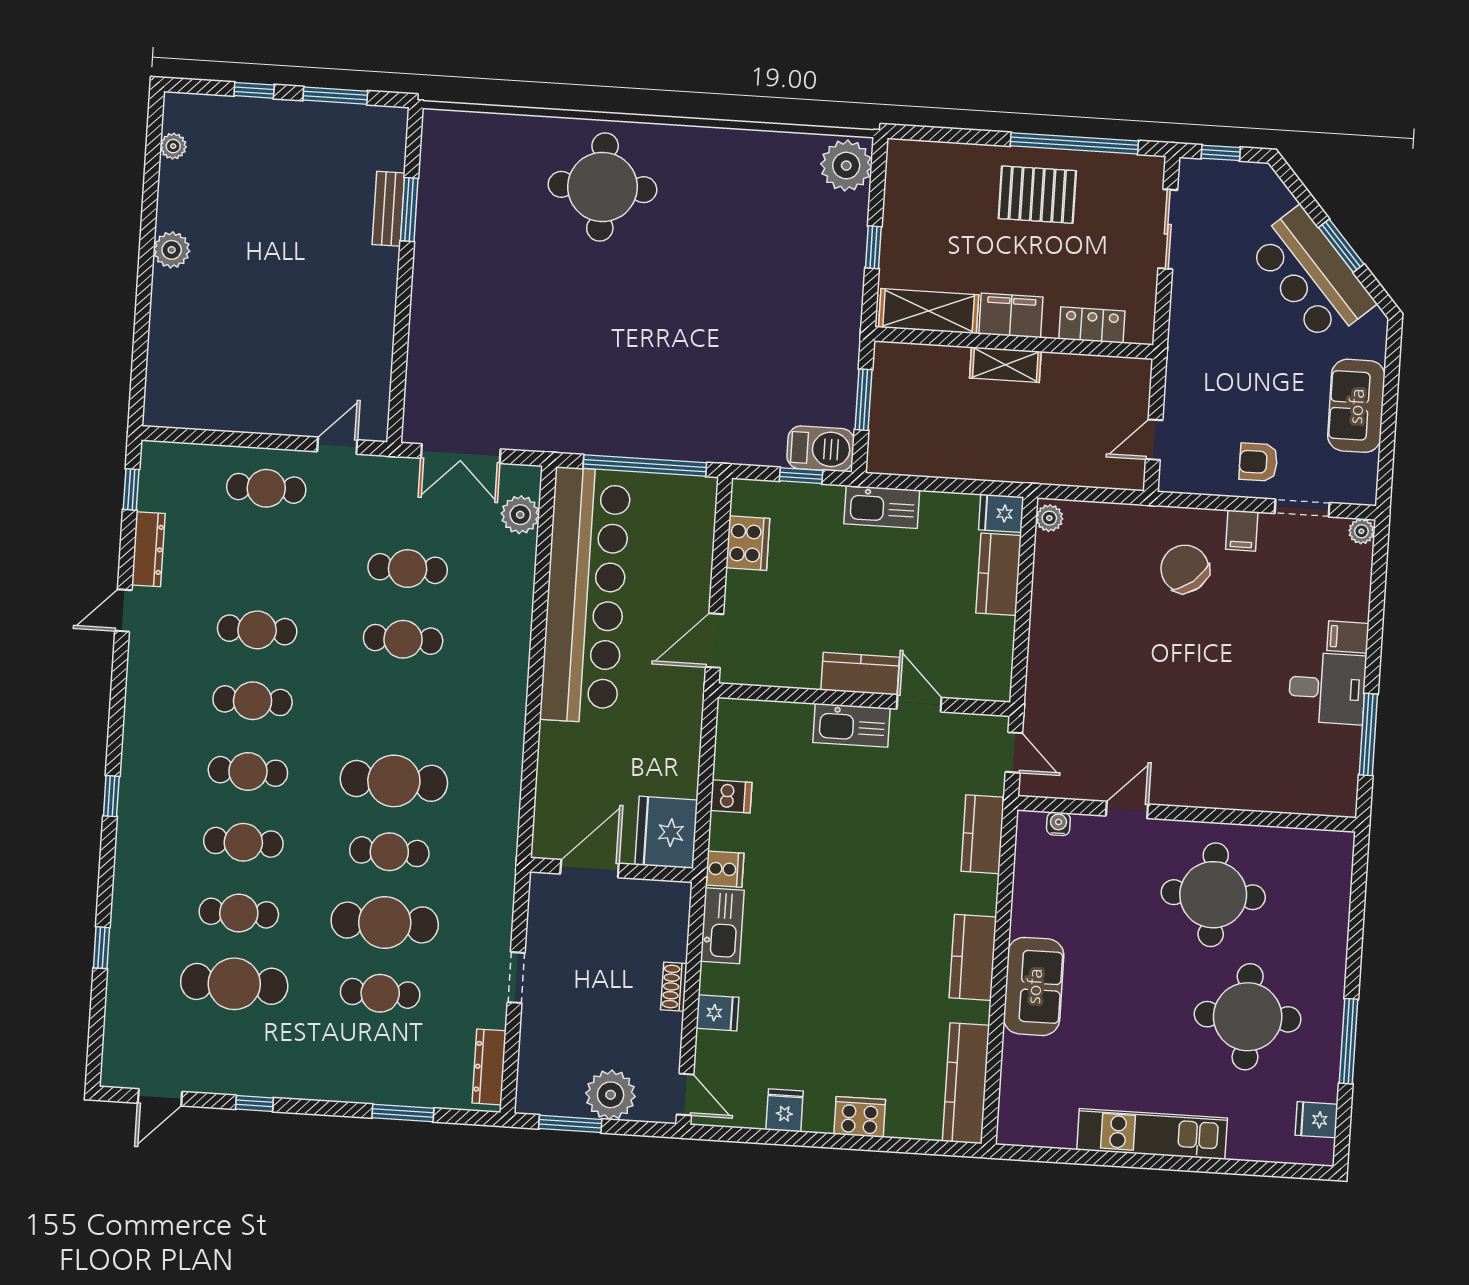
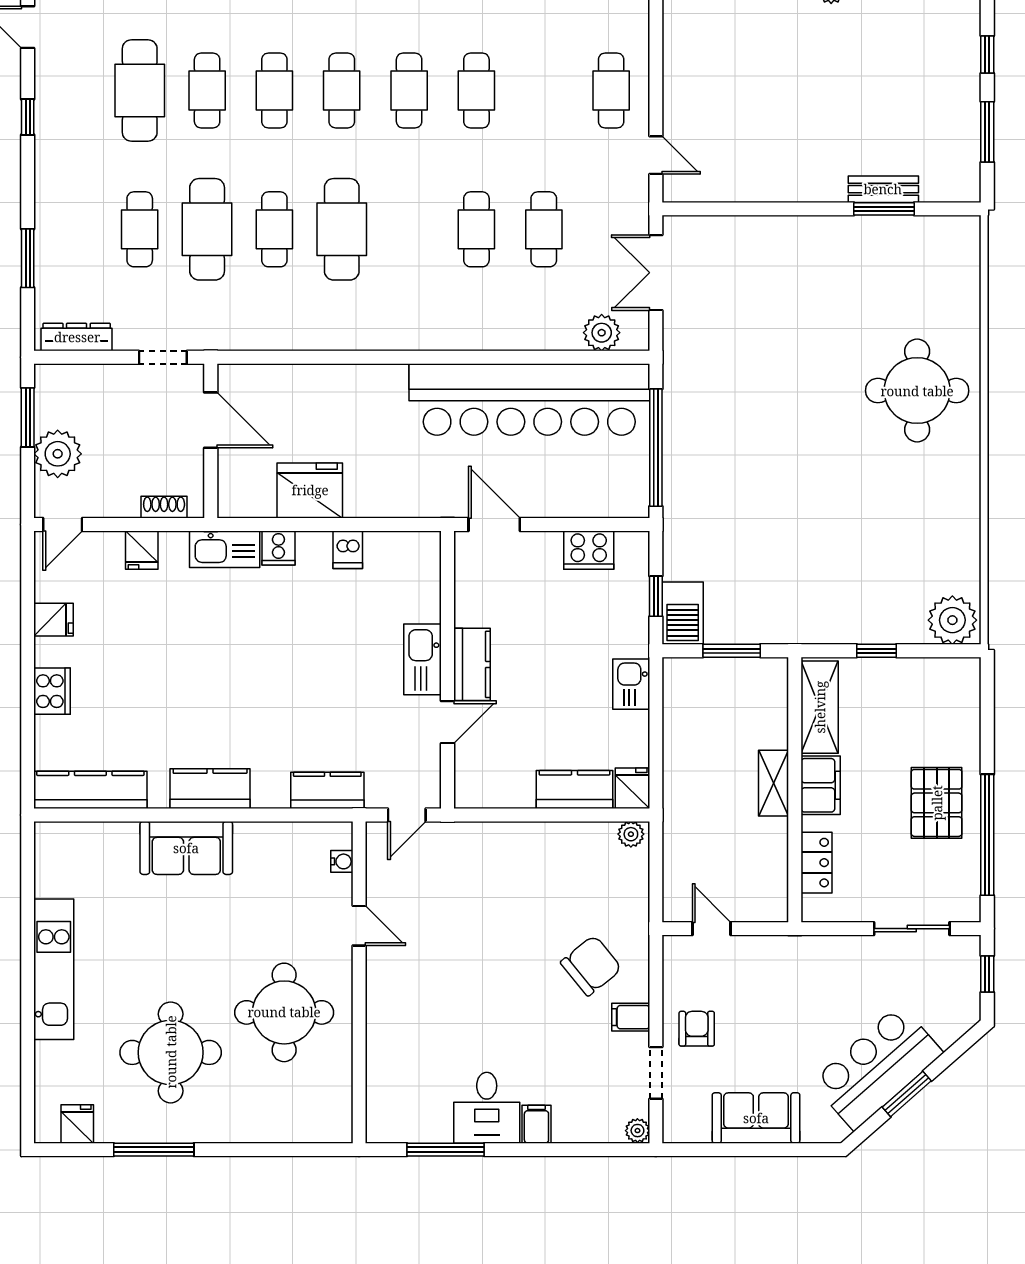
kitchen sink: (882, 507) -> (631, 684), width x0.73
door: (590, 869) -> (211, 420), moved
wall: (611, 870) -> (211, 441), moved

